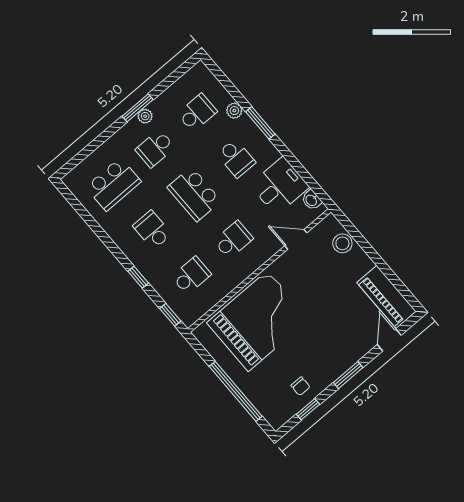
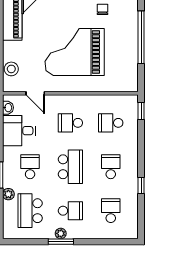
school desk: (197, 113) -> (30, 211), width x1.85
school desk: (113, 184) -> (111, 211), width x0.54
school desk: (152, 230) -> (111, 167), turned 180
window: (138, 277) -> (141, 186), moved
grand piano: (258, 321) -> (75, 52), moved

